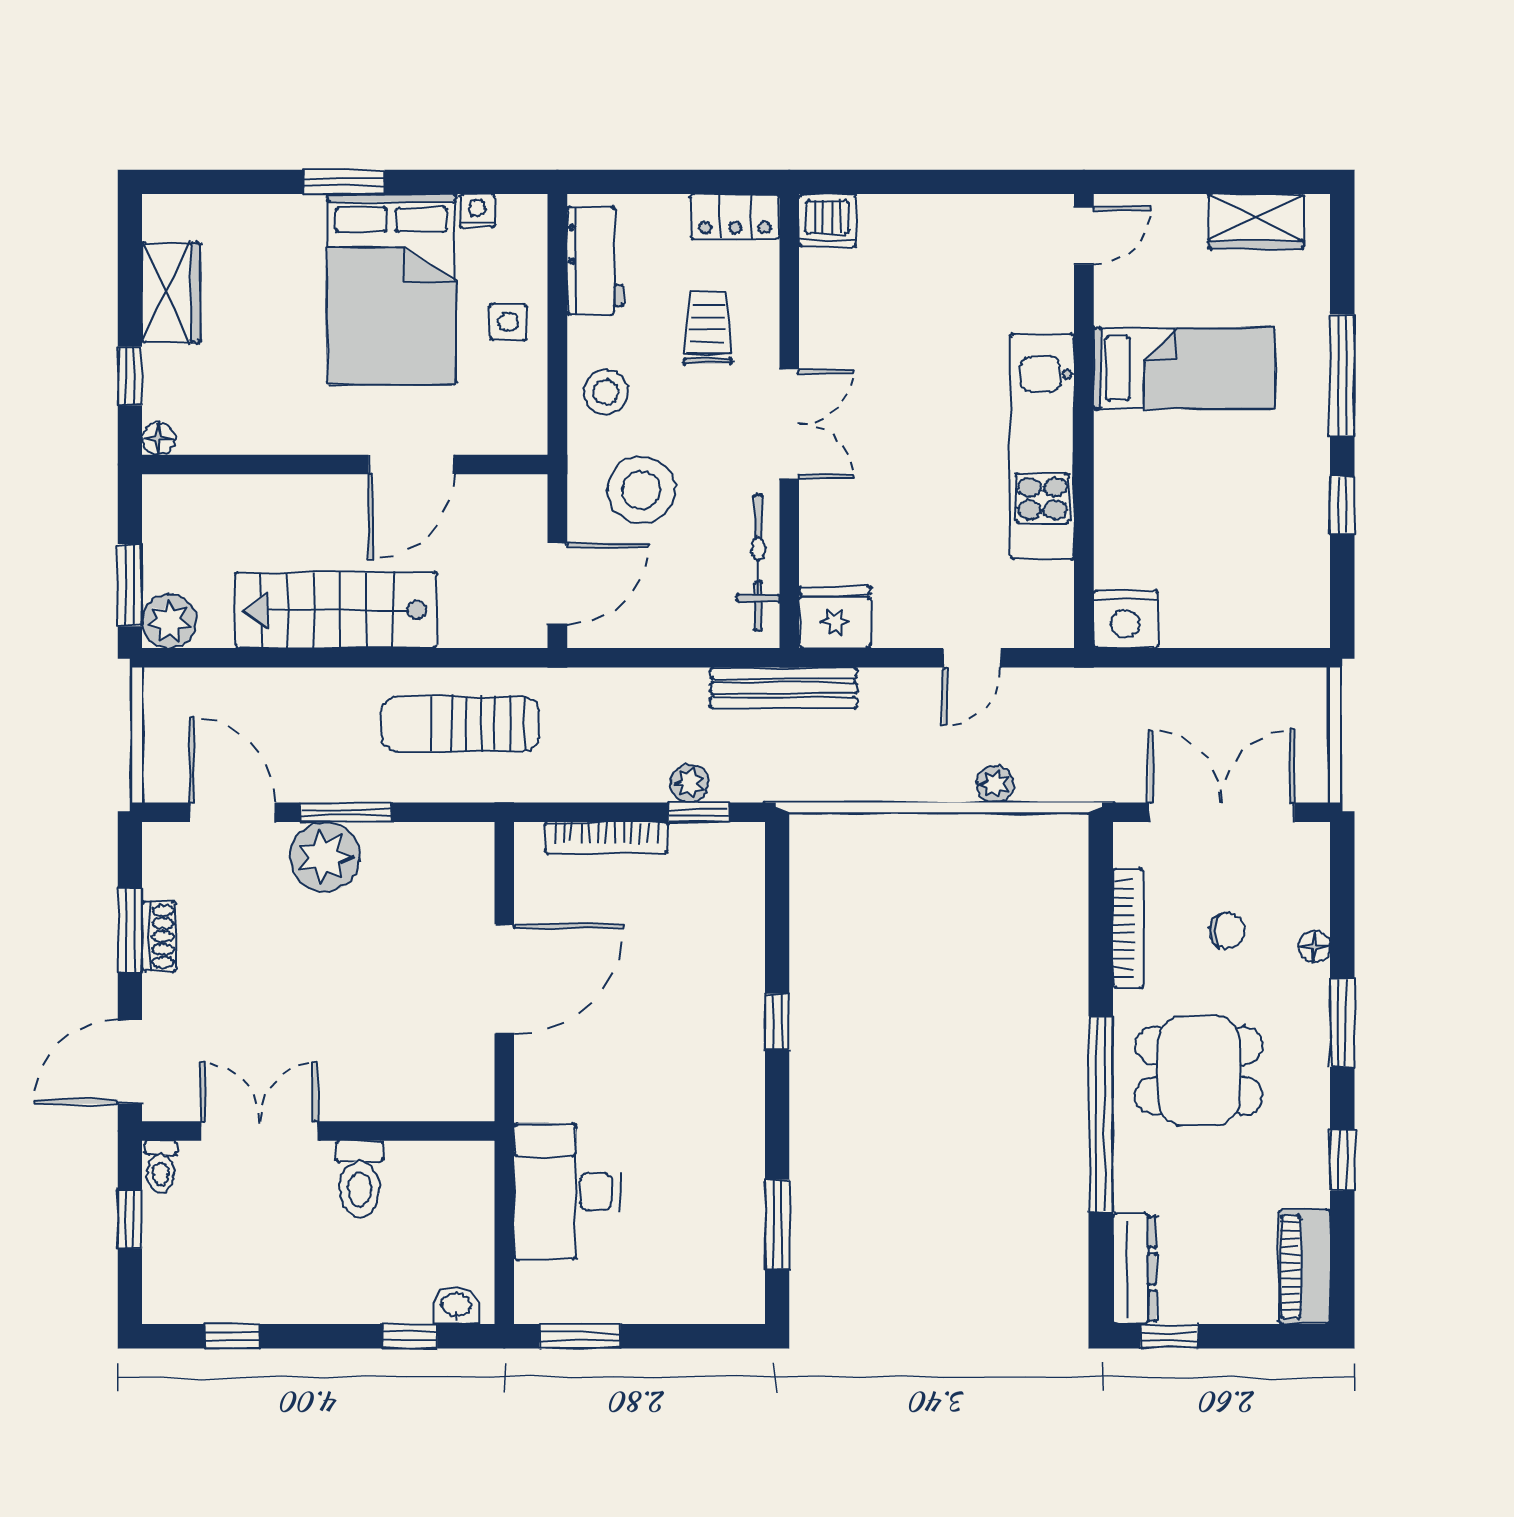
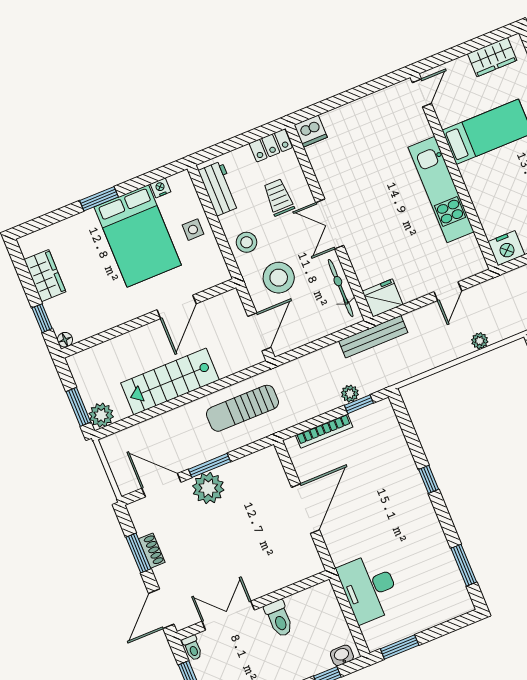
double door: (789, 424) -> (330, 224), swing flipped

